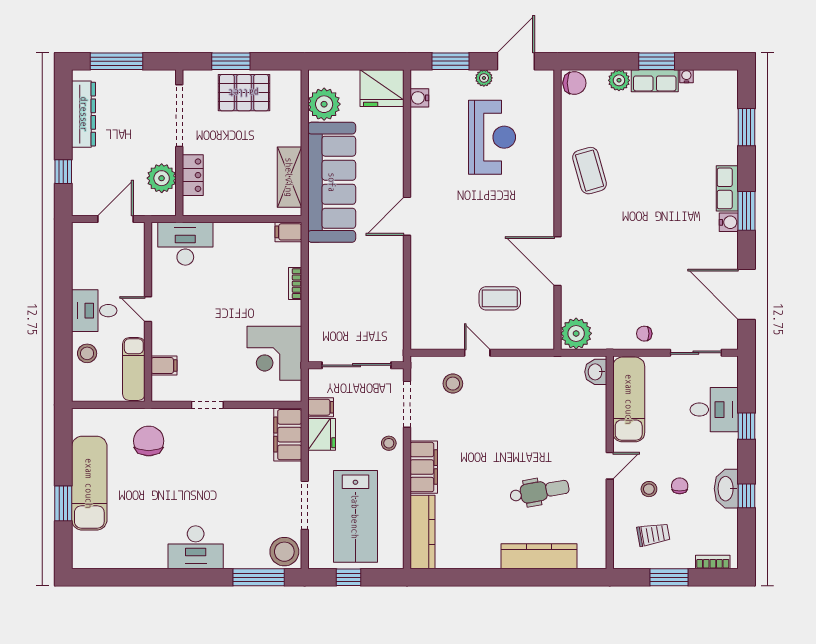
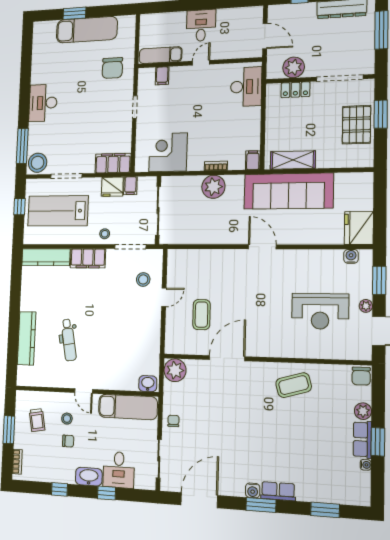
plant: (324, 104) -> (213, 187), moved
stool: (87, 353) -> (172, 22), removed
chair: (149, 441) -> (112, 68), turned 90
washbasin: (726, 489) -> (89, 477), moved

